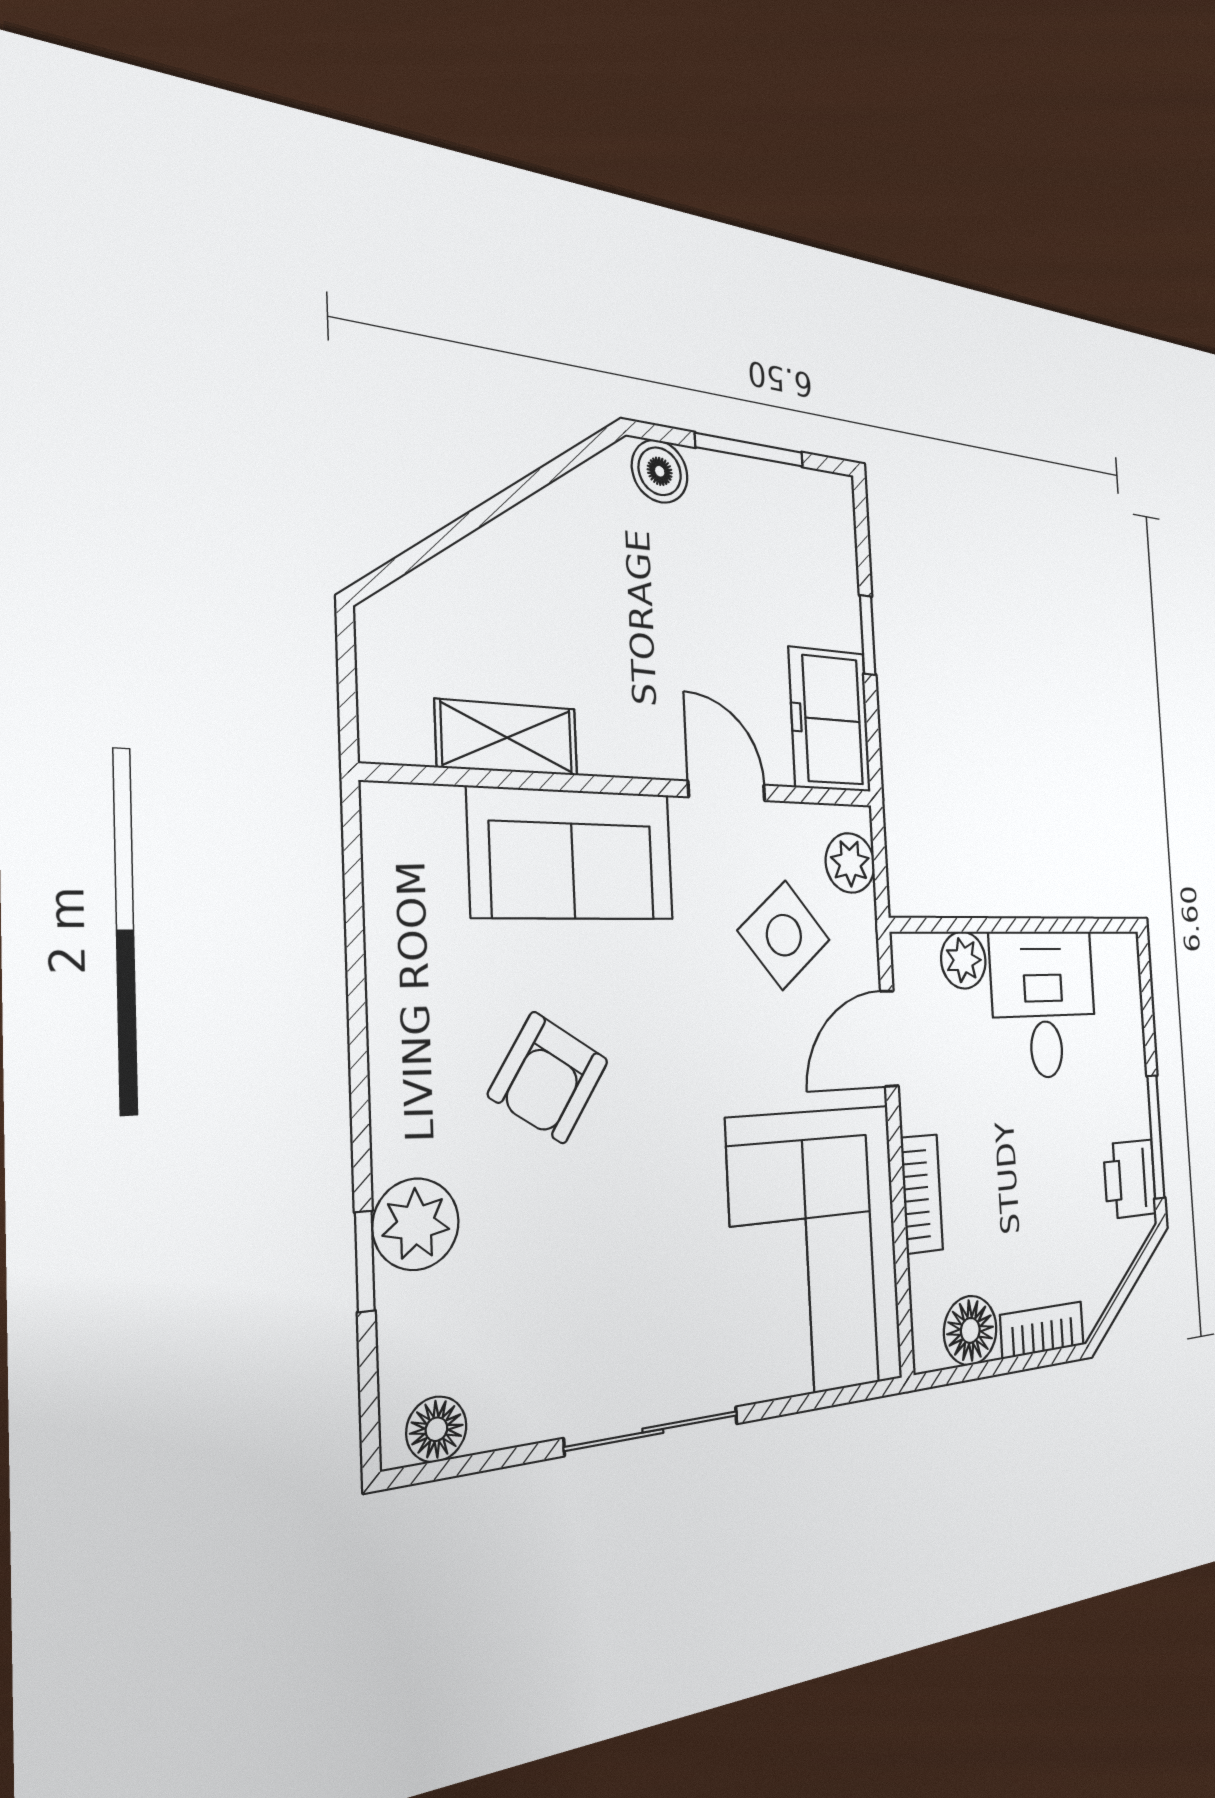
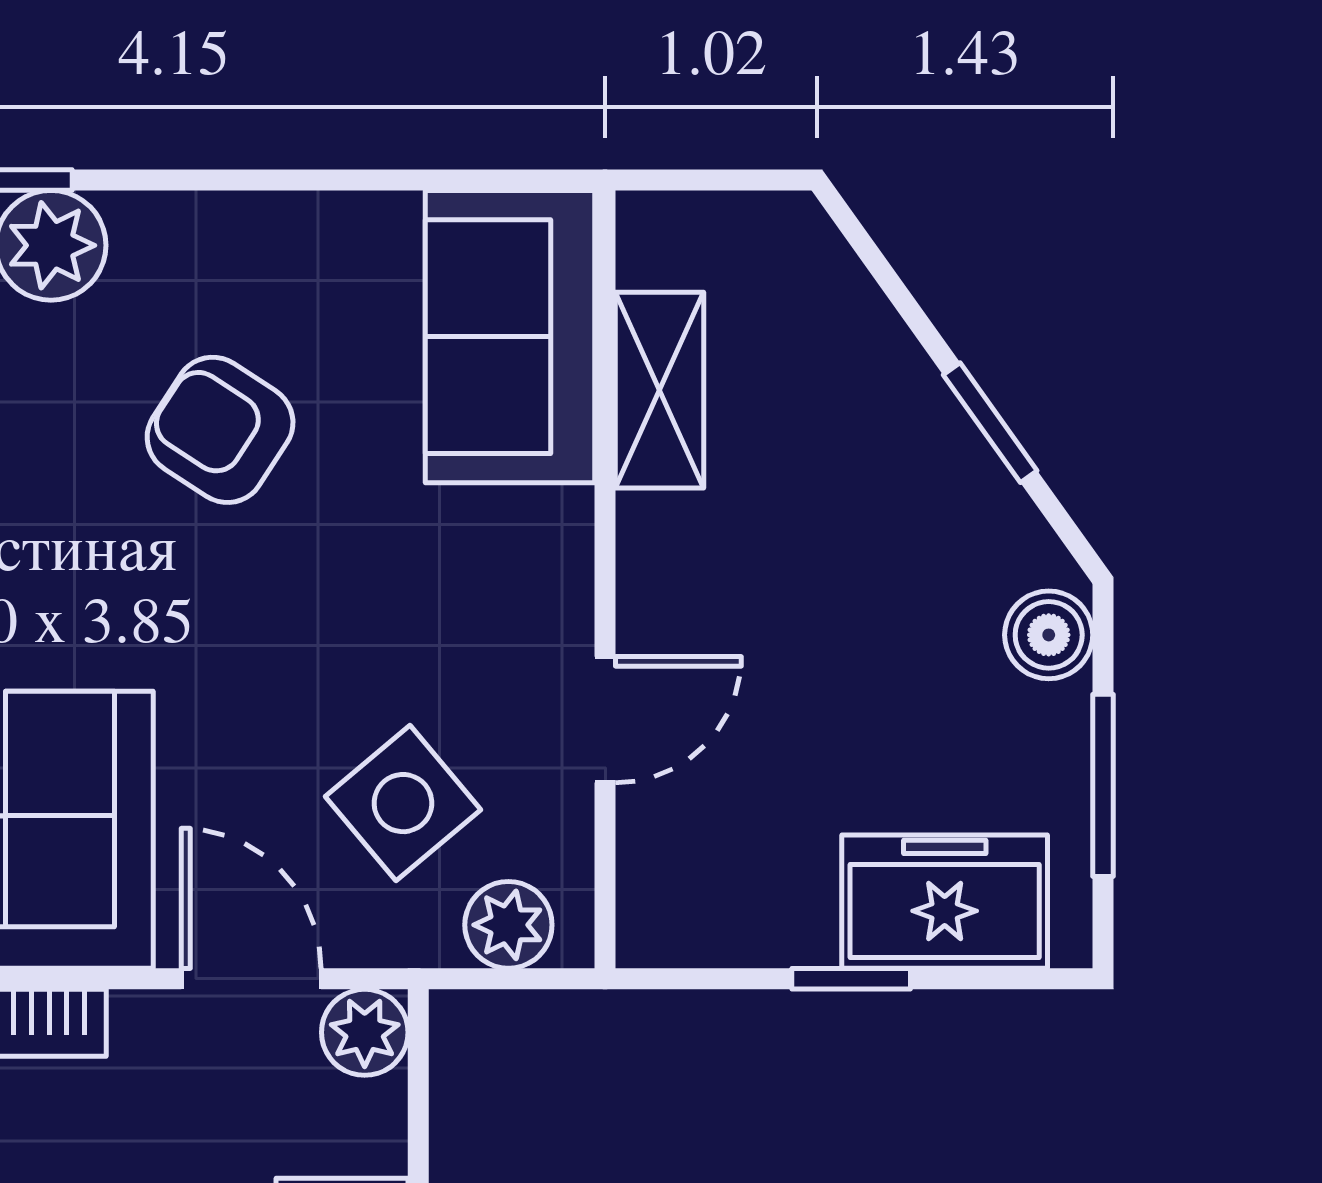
window: (521, 491) -> (990, 423), added
freezer: (830, 720) -> (945, 902), moved
sofa: (572, 854) -> (510, 337), moved
plant: (963, 960) -> (365, 1032), moved

